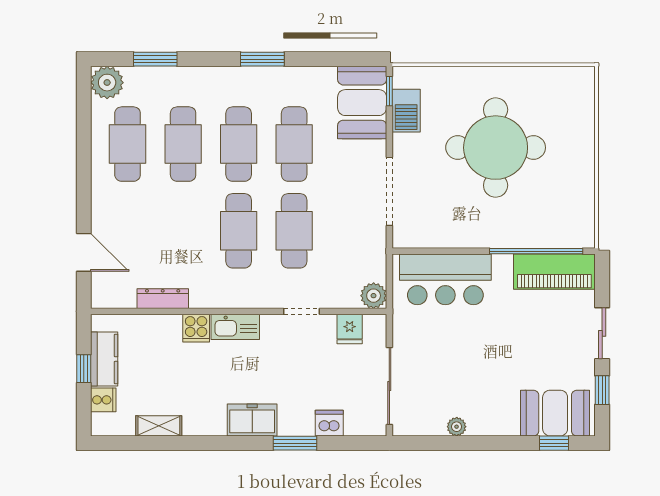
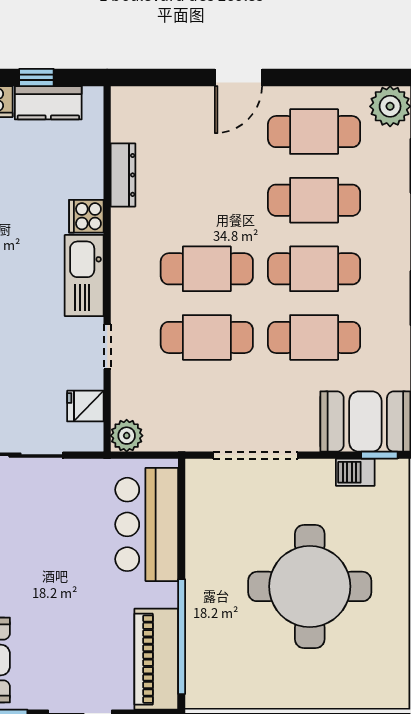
barbecue: (406, 111) -> (355, 472), width x0.73, depth x0.79
door: (84, 252) -> (238, 77), moved
kitchen sink: (235, 327) -> (84, 276), width x1.36, depth x1.24

